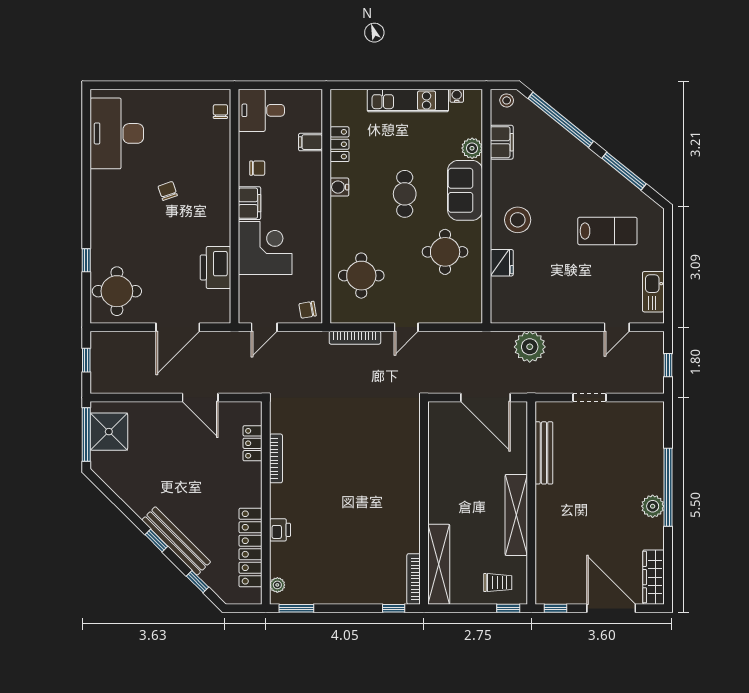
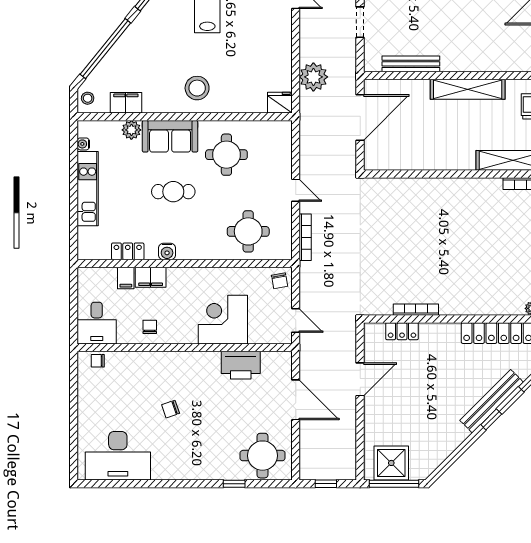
filing cabinet: (250, 203) -> (151, 277), moved, turned 180
fridge: (502, 263) -> (280, 103), moved
printer: (280, 530) -> (481, 306), removed

